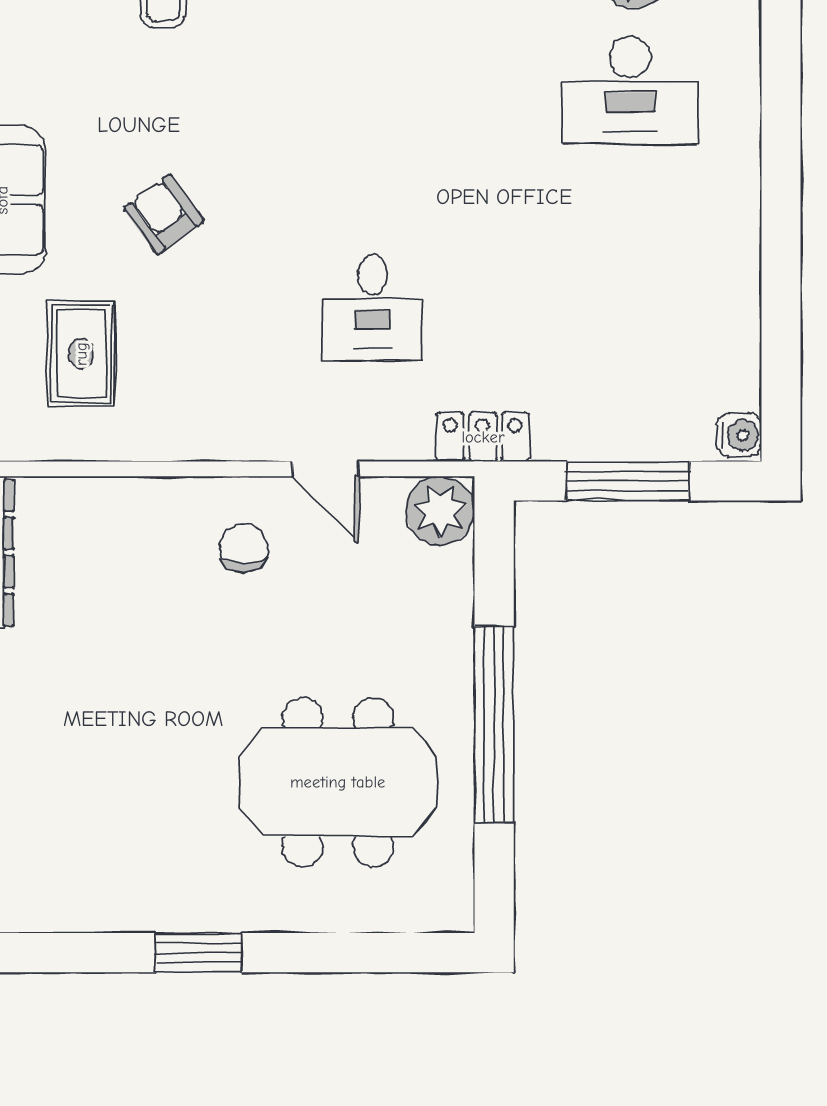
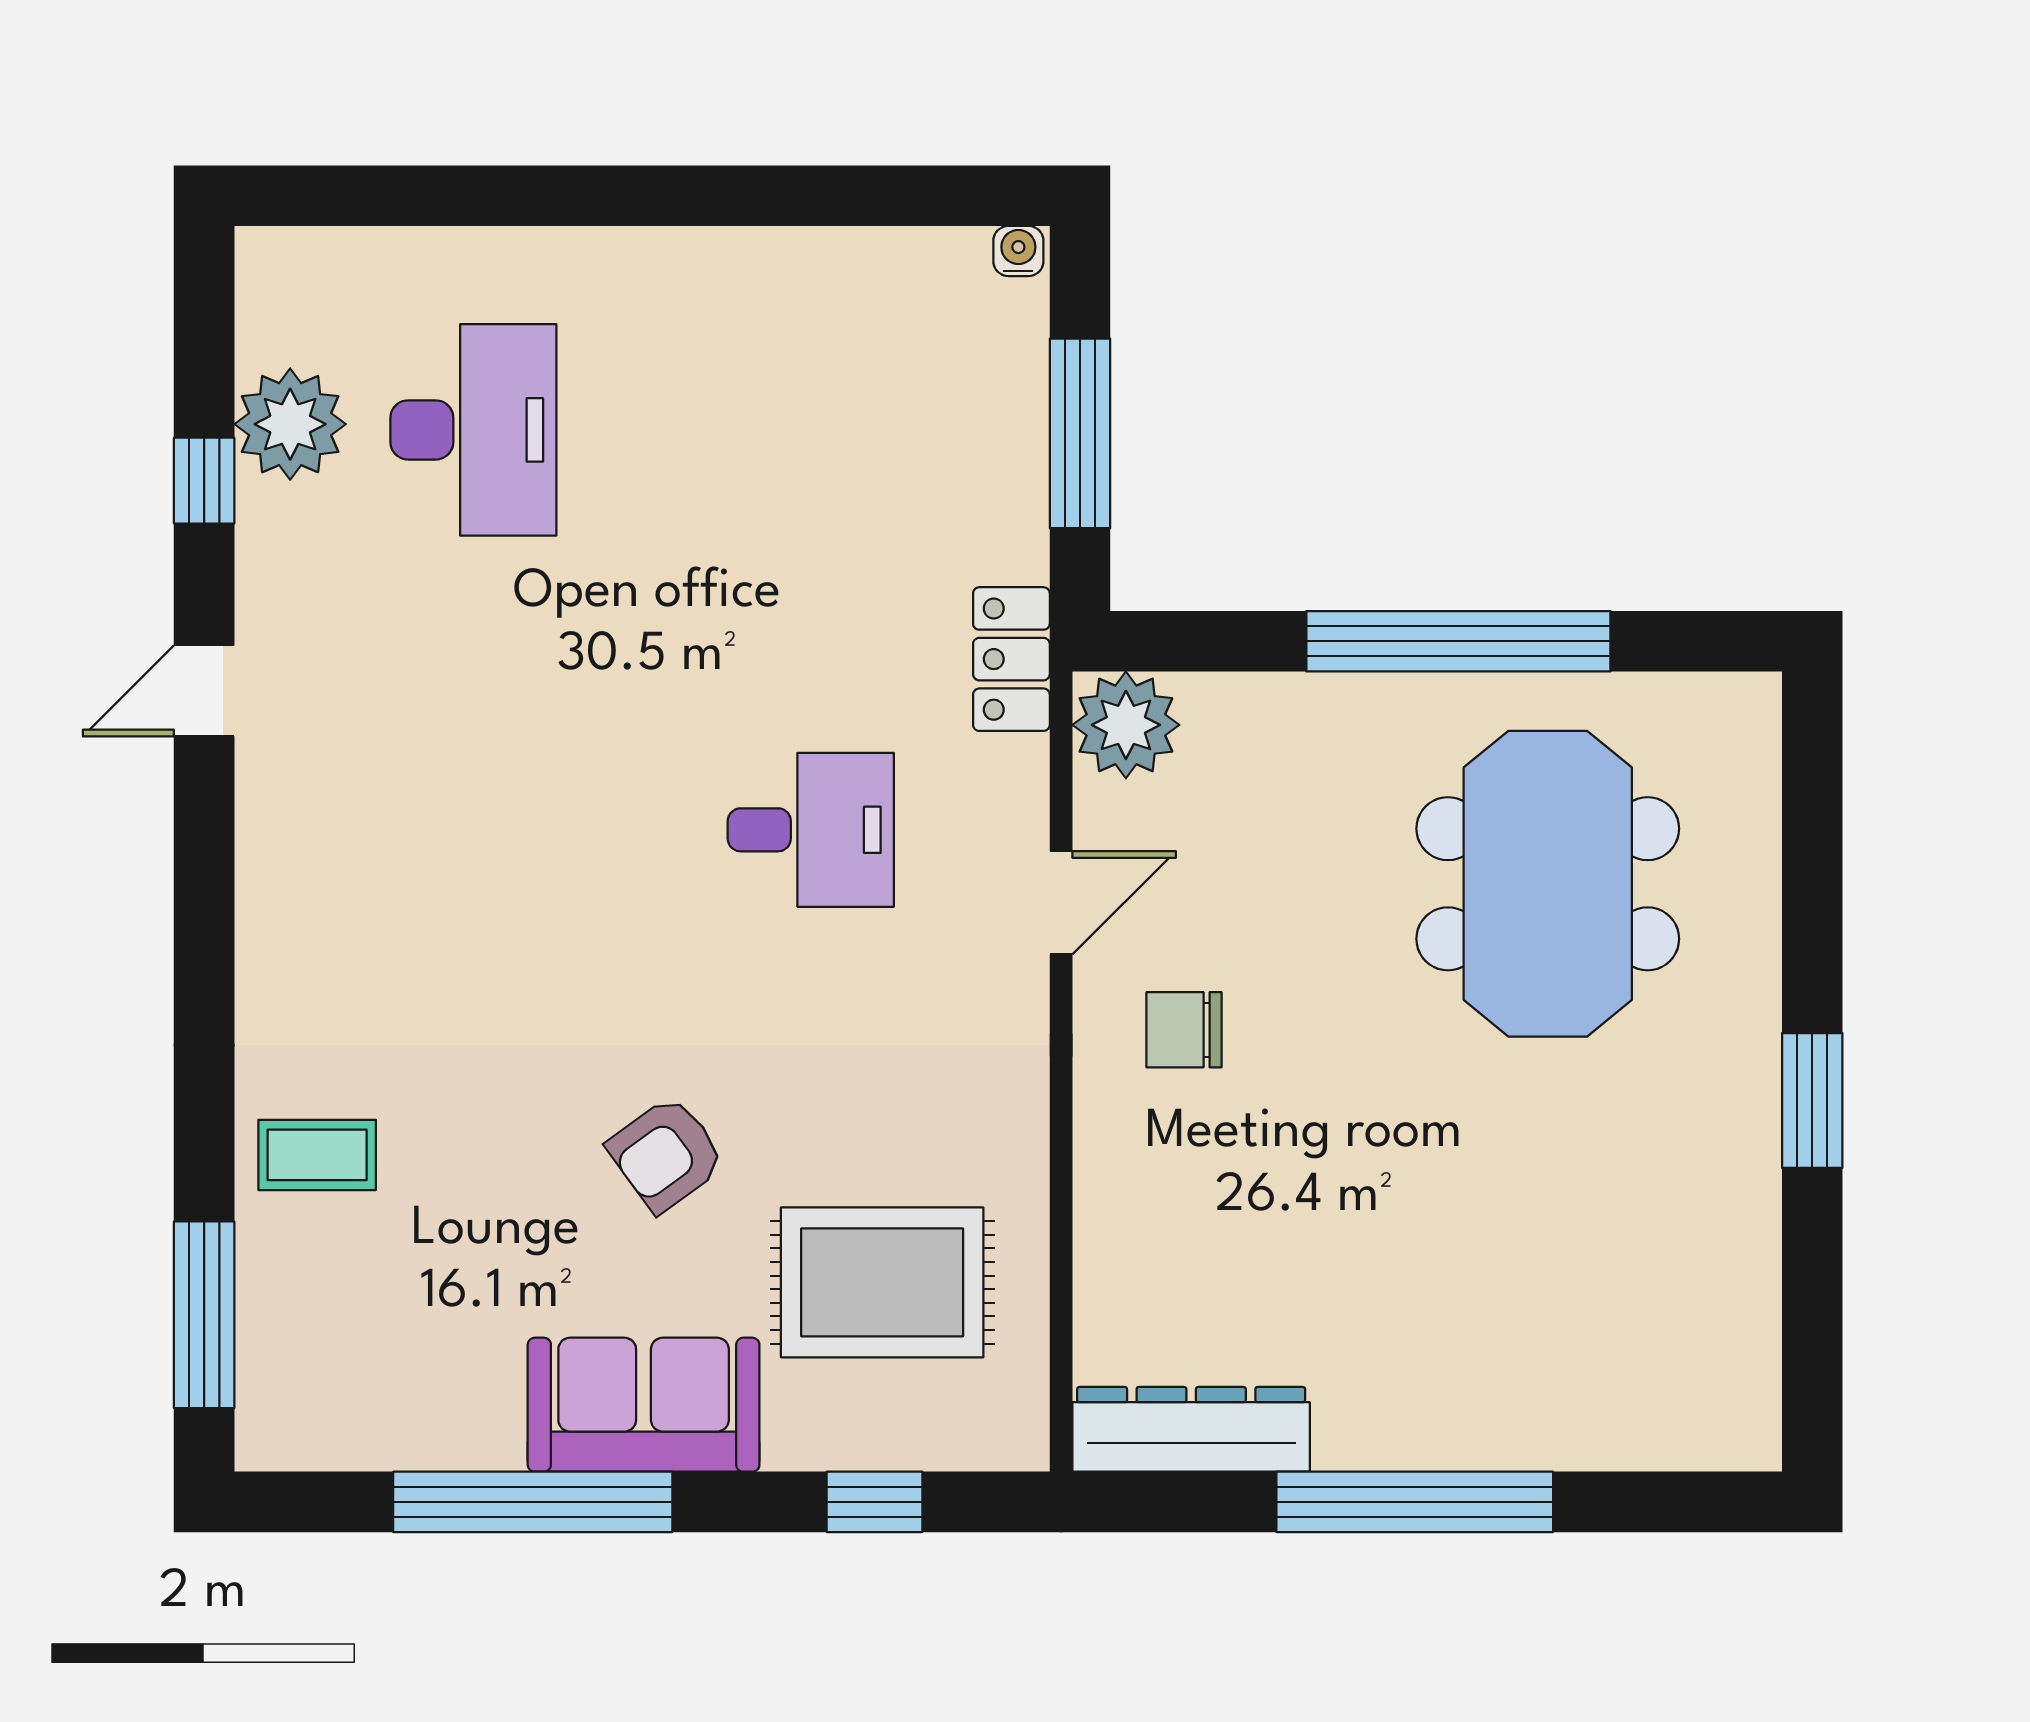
rug: (81, 354) -> (882, 1282), width x1.36, depth x1.43
water cooler: (739, 435) -> (1018, 251), width x0.72, depth x0.72

